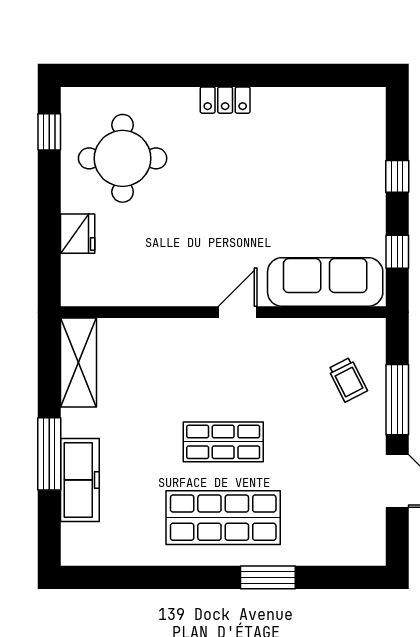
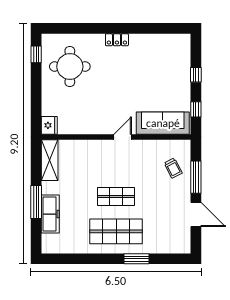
fridge: (78, 234) -> (49, 125), moved

